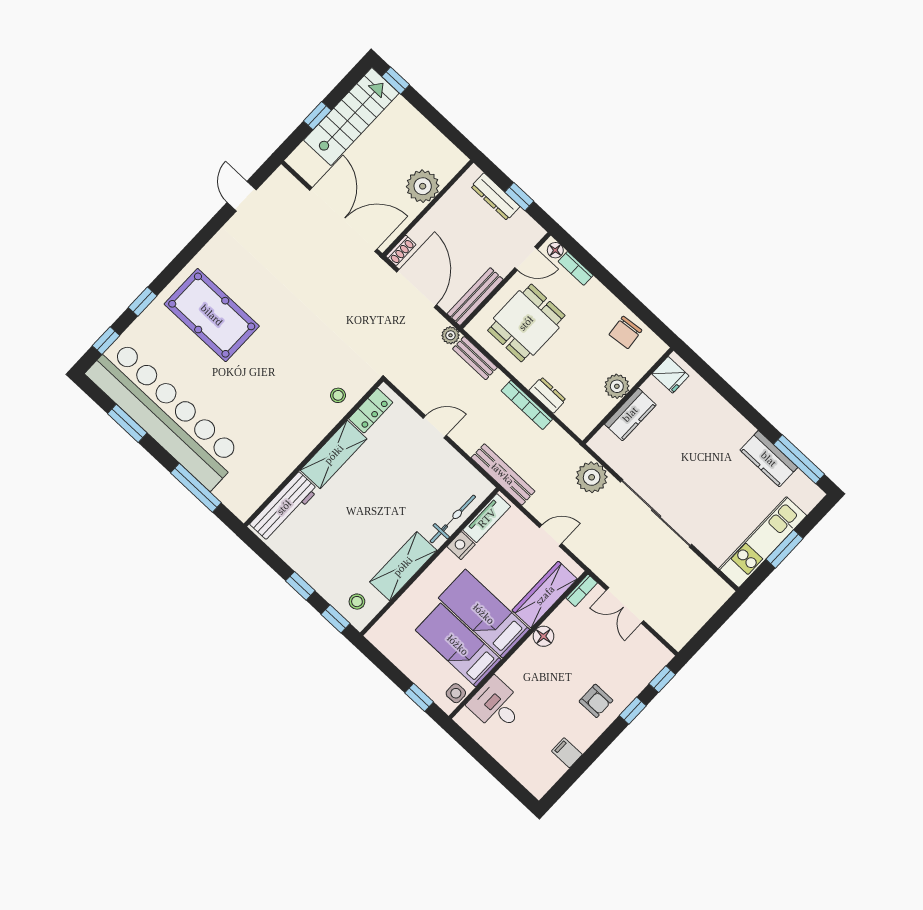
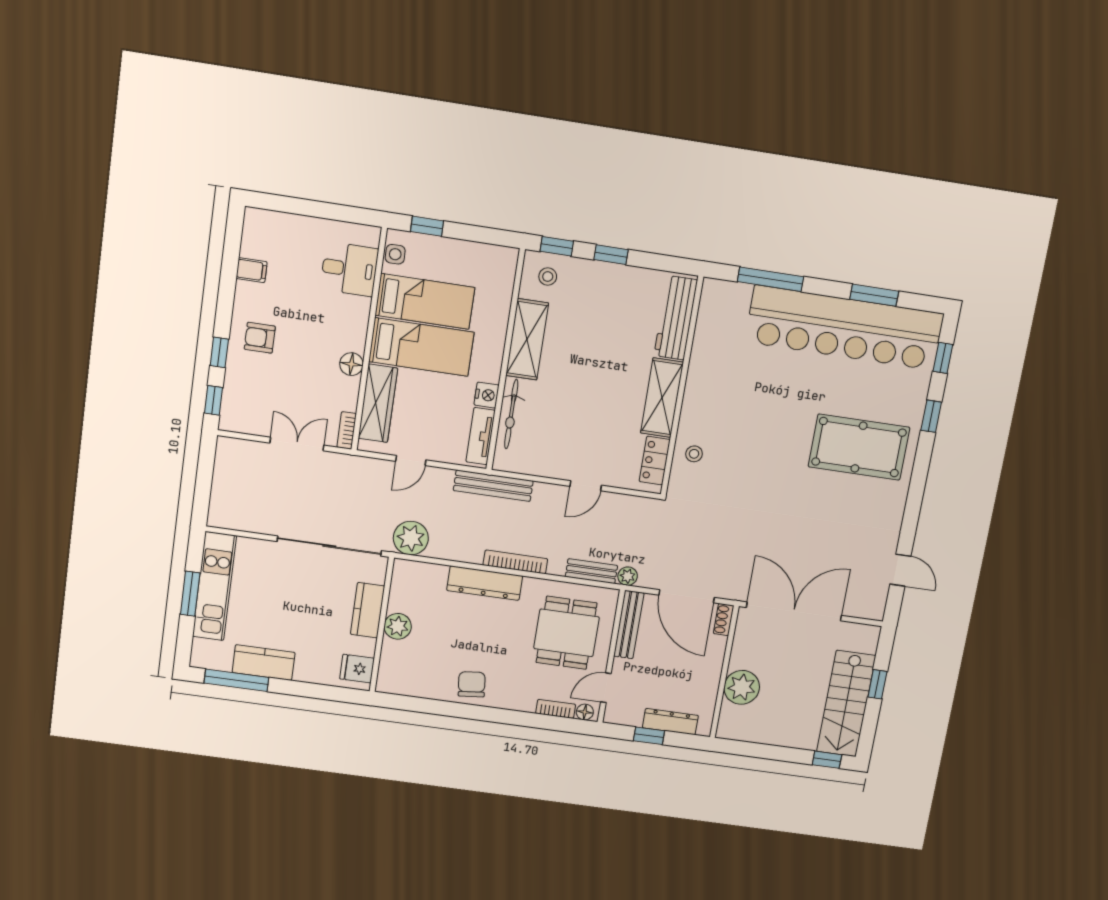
double door: (343, 220) -> (794, 611), swing flipped
fridge: (670, 375) -> (357, 669), moved
plant: (617, 386) -> (398, 626), moved
dresser: (547, 395) -> (485, 583), width x1.96, depth x1.24
wall: (628, 396) -> (382, 625), moved
kitchen counter: (630, 414) -> (368, 610), moved

